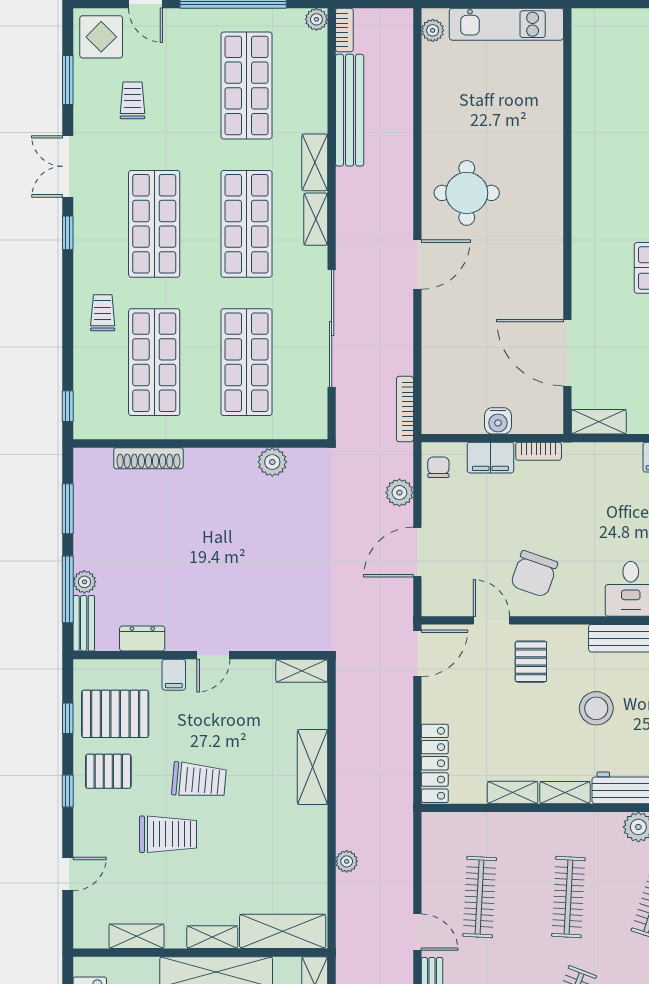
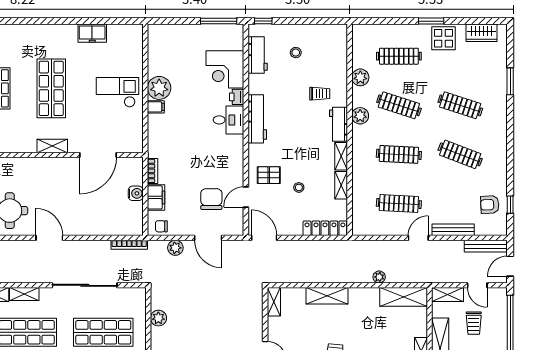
shelving: (599, 422) -> (52, 146), moved, turned 90
chair: (534, 574) -> (211, 199), moved, turned -109
stool: (596, 708) -> (299, 187), moved, width x0.53, depth x0.53
shelving: (283, 931) -> (404, 297), moved, turned 90

